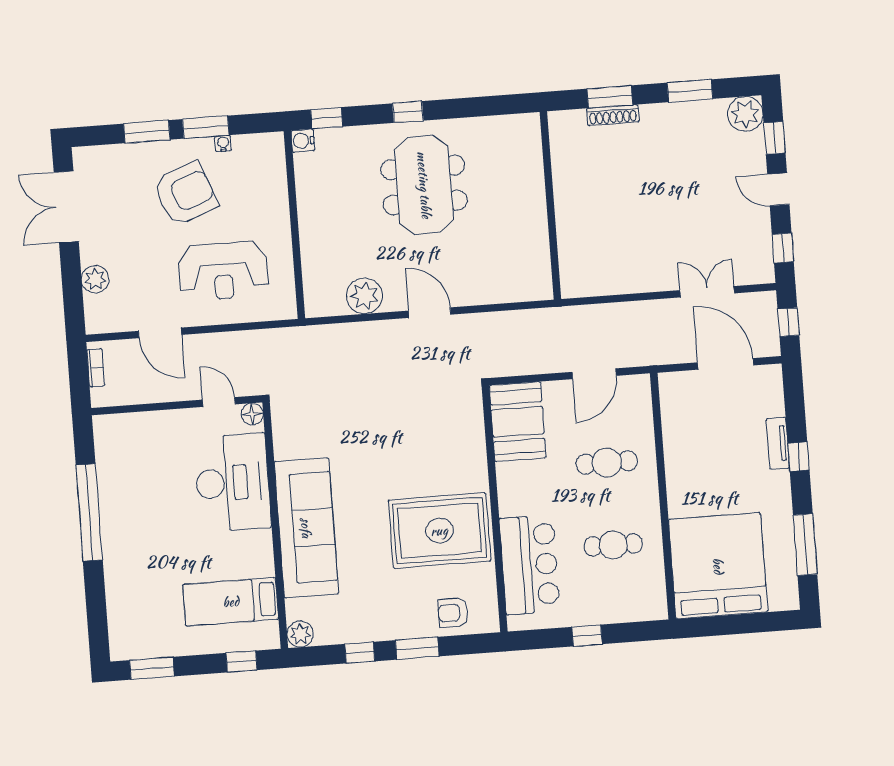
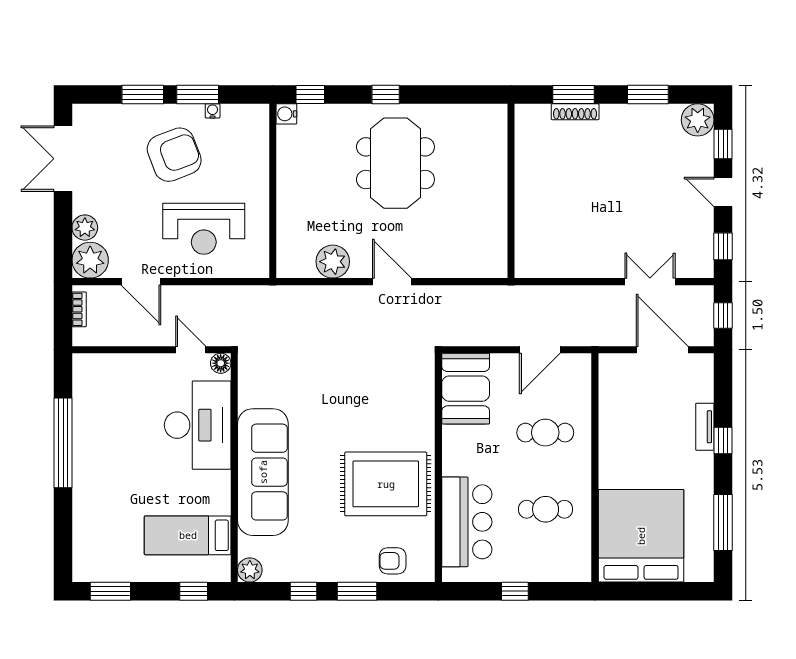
plant: (104, 314) -> (90, 260), added

